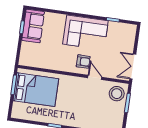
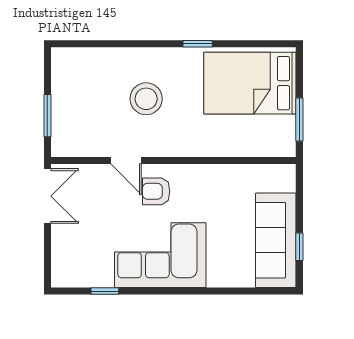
sofa: (33, 26) -> (276, 240), width x1.36
bed: (36, 90) -> (250, 83), moved
stool: (117, 94) -> (146, 99), moved

